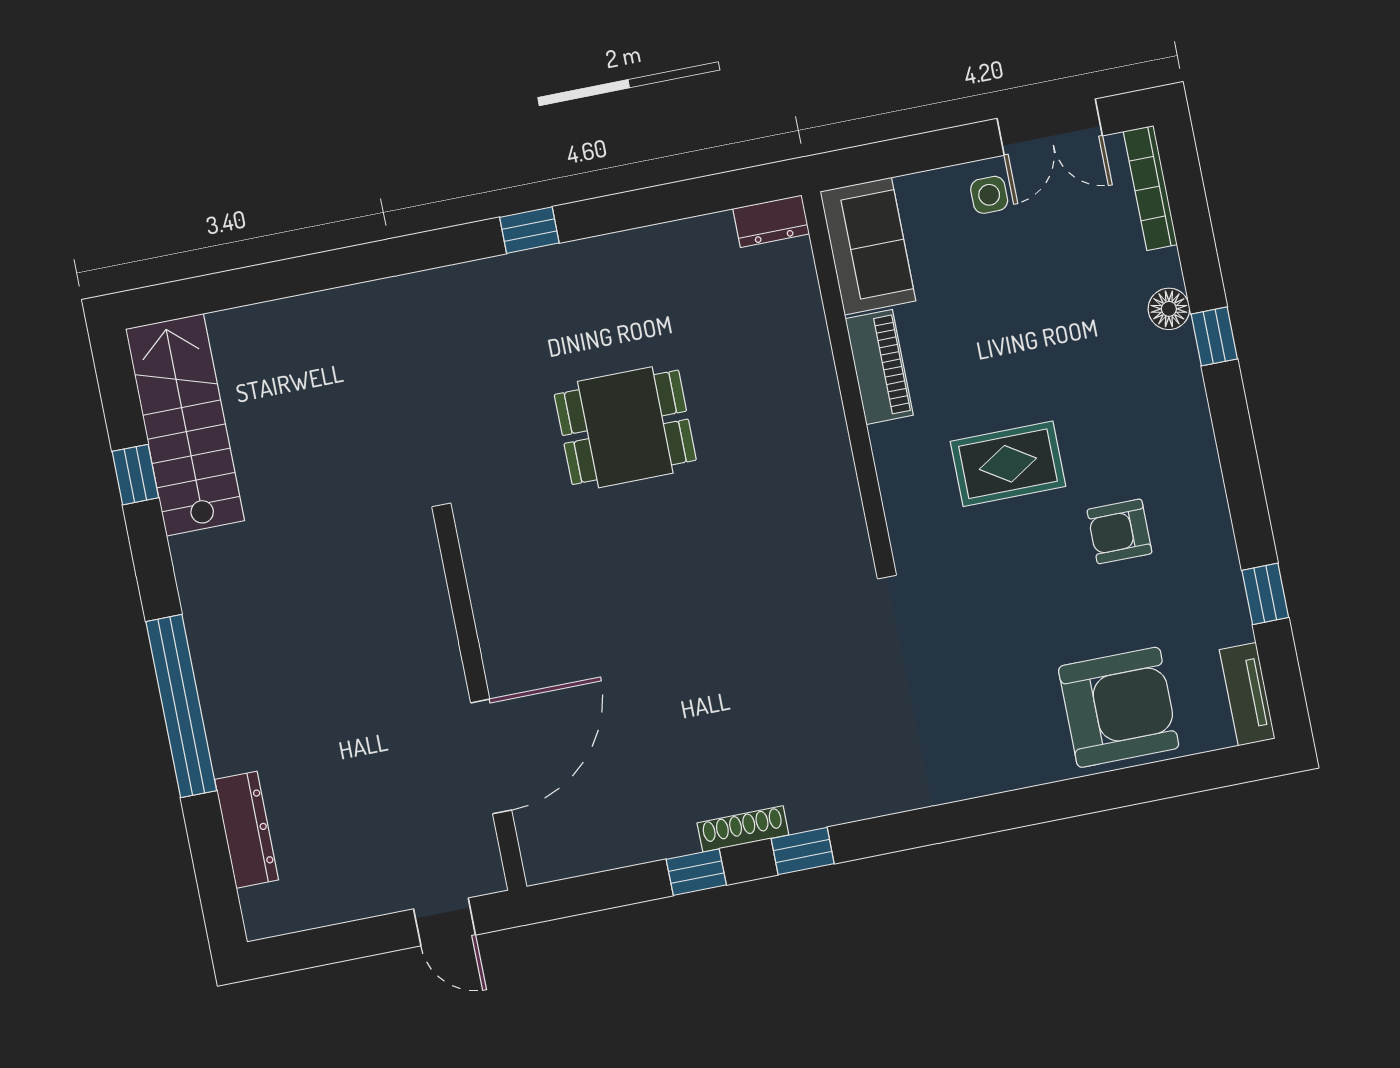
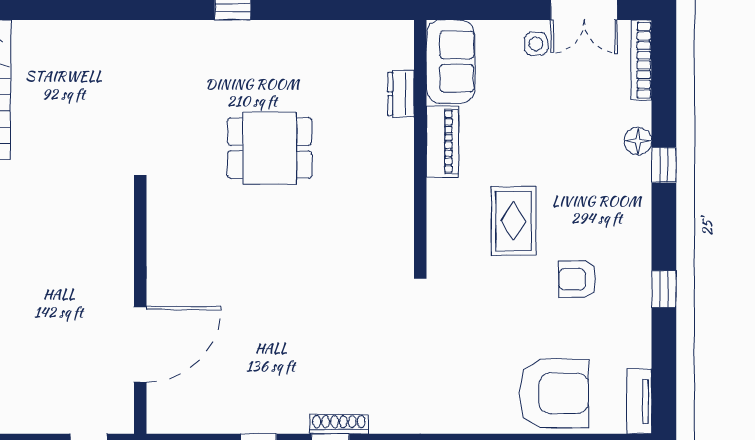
dresser: (771, 221) -> (401, 94), moved, turned 90
rug: (1008, 464) -> (514, 221), turned 90
window: (1265, 594) -> (664, 289), moved
shoe rack: (743, 829) -> (339, 424), moved

